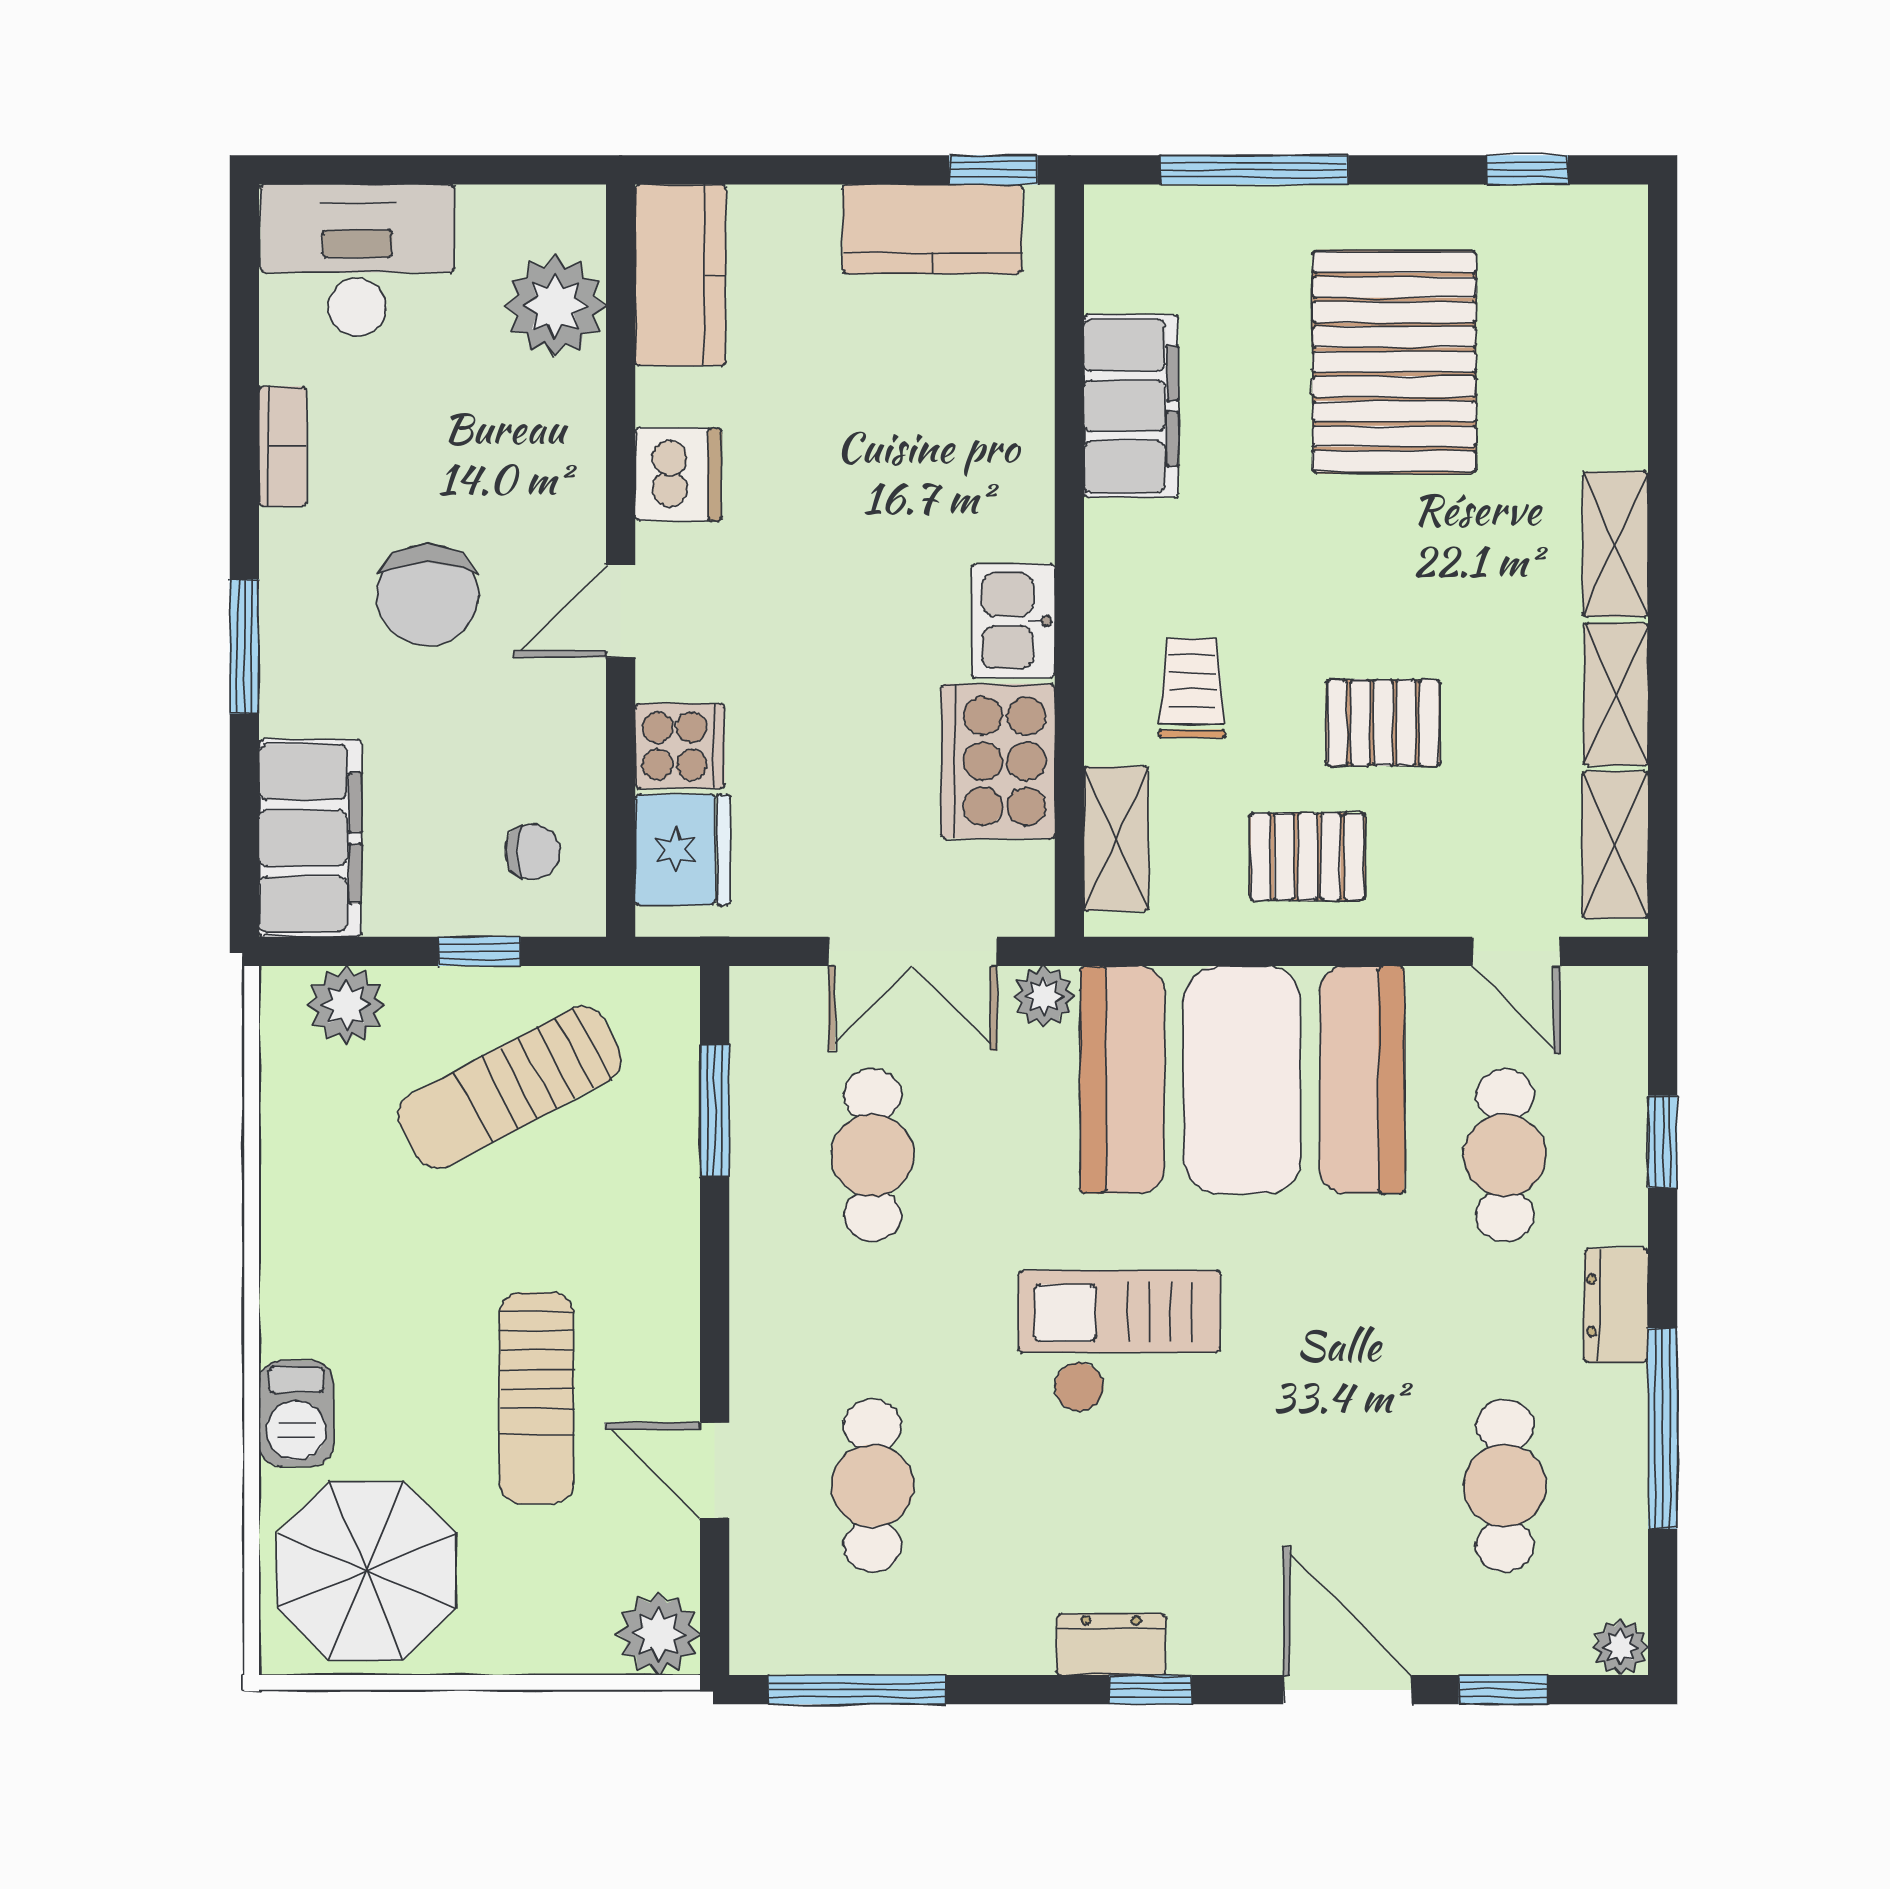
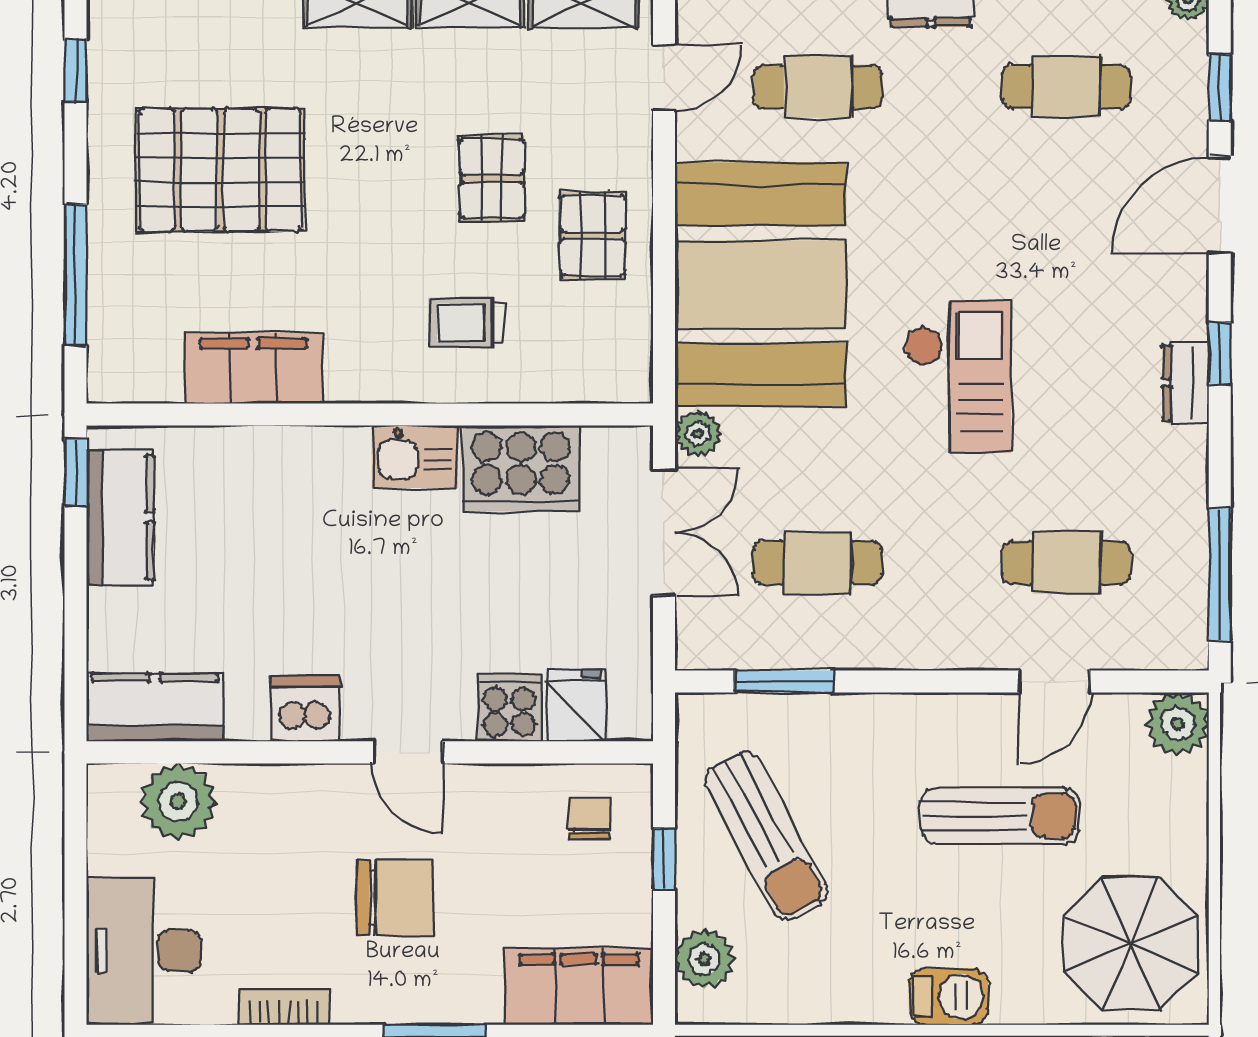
shelving: (1116, 839) -> (579, 379), removed
fridge: (683, 850) -> (576, 706), width x0.72
checkout: (1120, 1341) -> (958, 377), turned 180
barbecue: (296, 1413) -> (948, 997), moved

